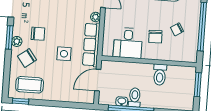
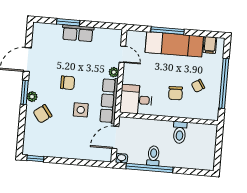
chair: (38, 34) -> (68, 83), moved
desk: (128, 43) -> (136, 100), moved, turned 90
coffee table: (30, 85) -> (45, 142), removed
window: (198, 85) -> (219, 143), removed
washbasin: (122, 101) -> (122, 158), moved

